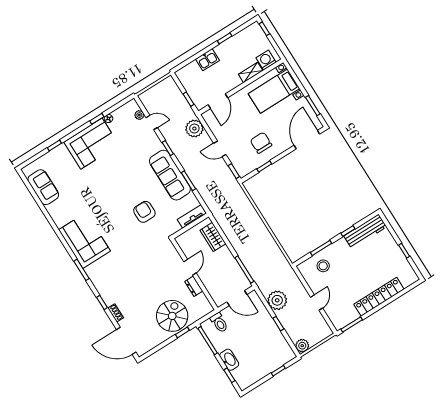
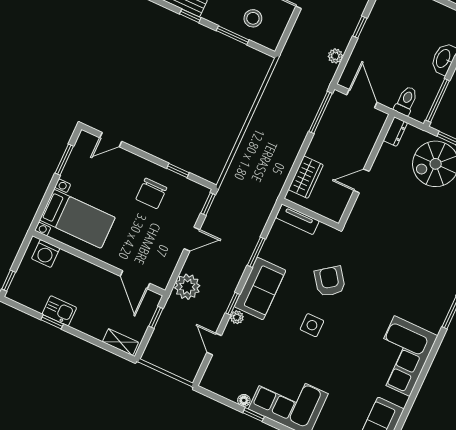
kitchen sink: (207, 60) -> (59, 311), moved
shelving: (251, 72) -> (120, 342), moved
door: (218, 101) -> (135, 280), swing flipped
plant: (139, 115) -> (237, 317), moved
door: (307, 140) -> (111, 140), width x0.53
door: (220, 149) -> (192, 239), hinge flipped
sofa: (170, 175) -> (260, 289), width x0.73
side table: (126, 185) -> (312, 325), added
armchair: (144, 212) -> (330, 281), turned 144
corner sofa: (84, 240) -> (402, 356), moved
dresser: (194, 286) -> (395, 132), moved
plant: (277, 300) -> (335, 56), width x0.53, depth x0.53

